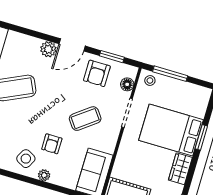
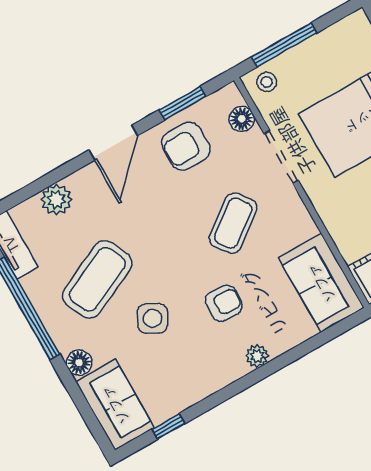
plant: (48, 49) -> (56, 199), moved
armchair: (97, 73) -> (186, 146), turned 90
armchair: (52, 144) -> (224, 303), turned -87
side table: (26, 159) -> (152, 318), moved

